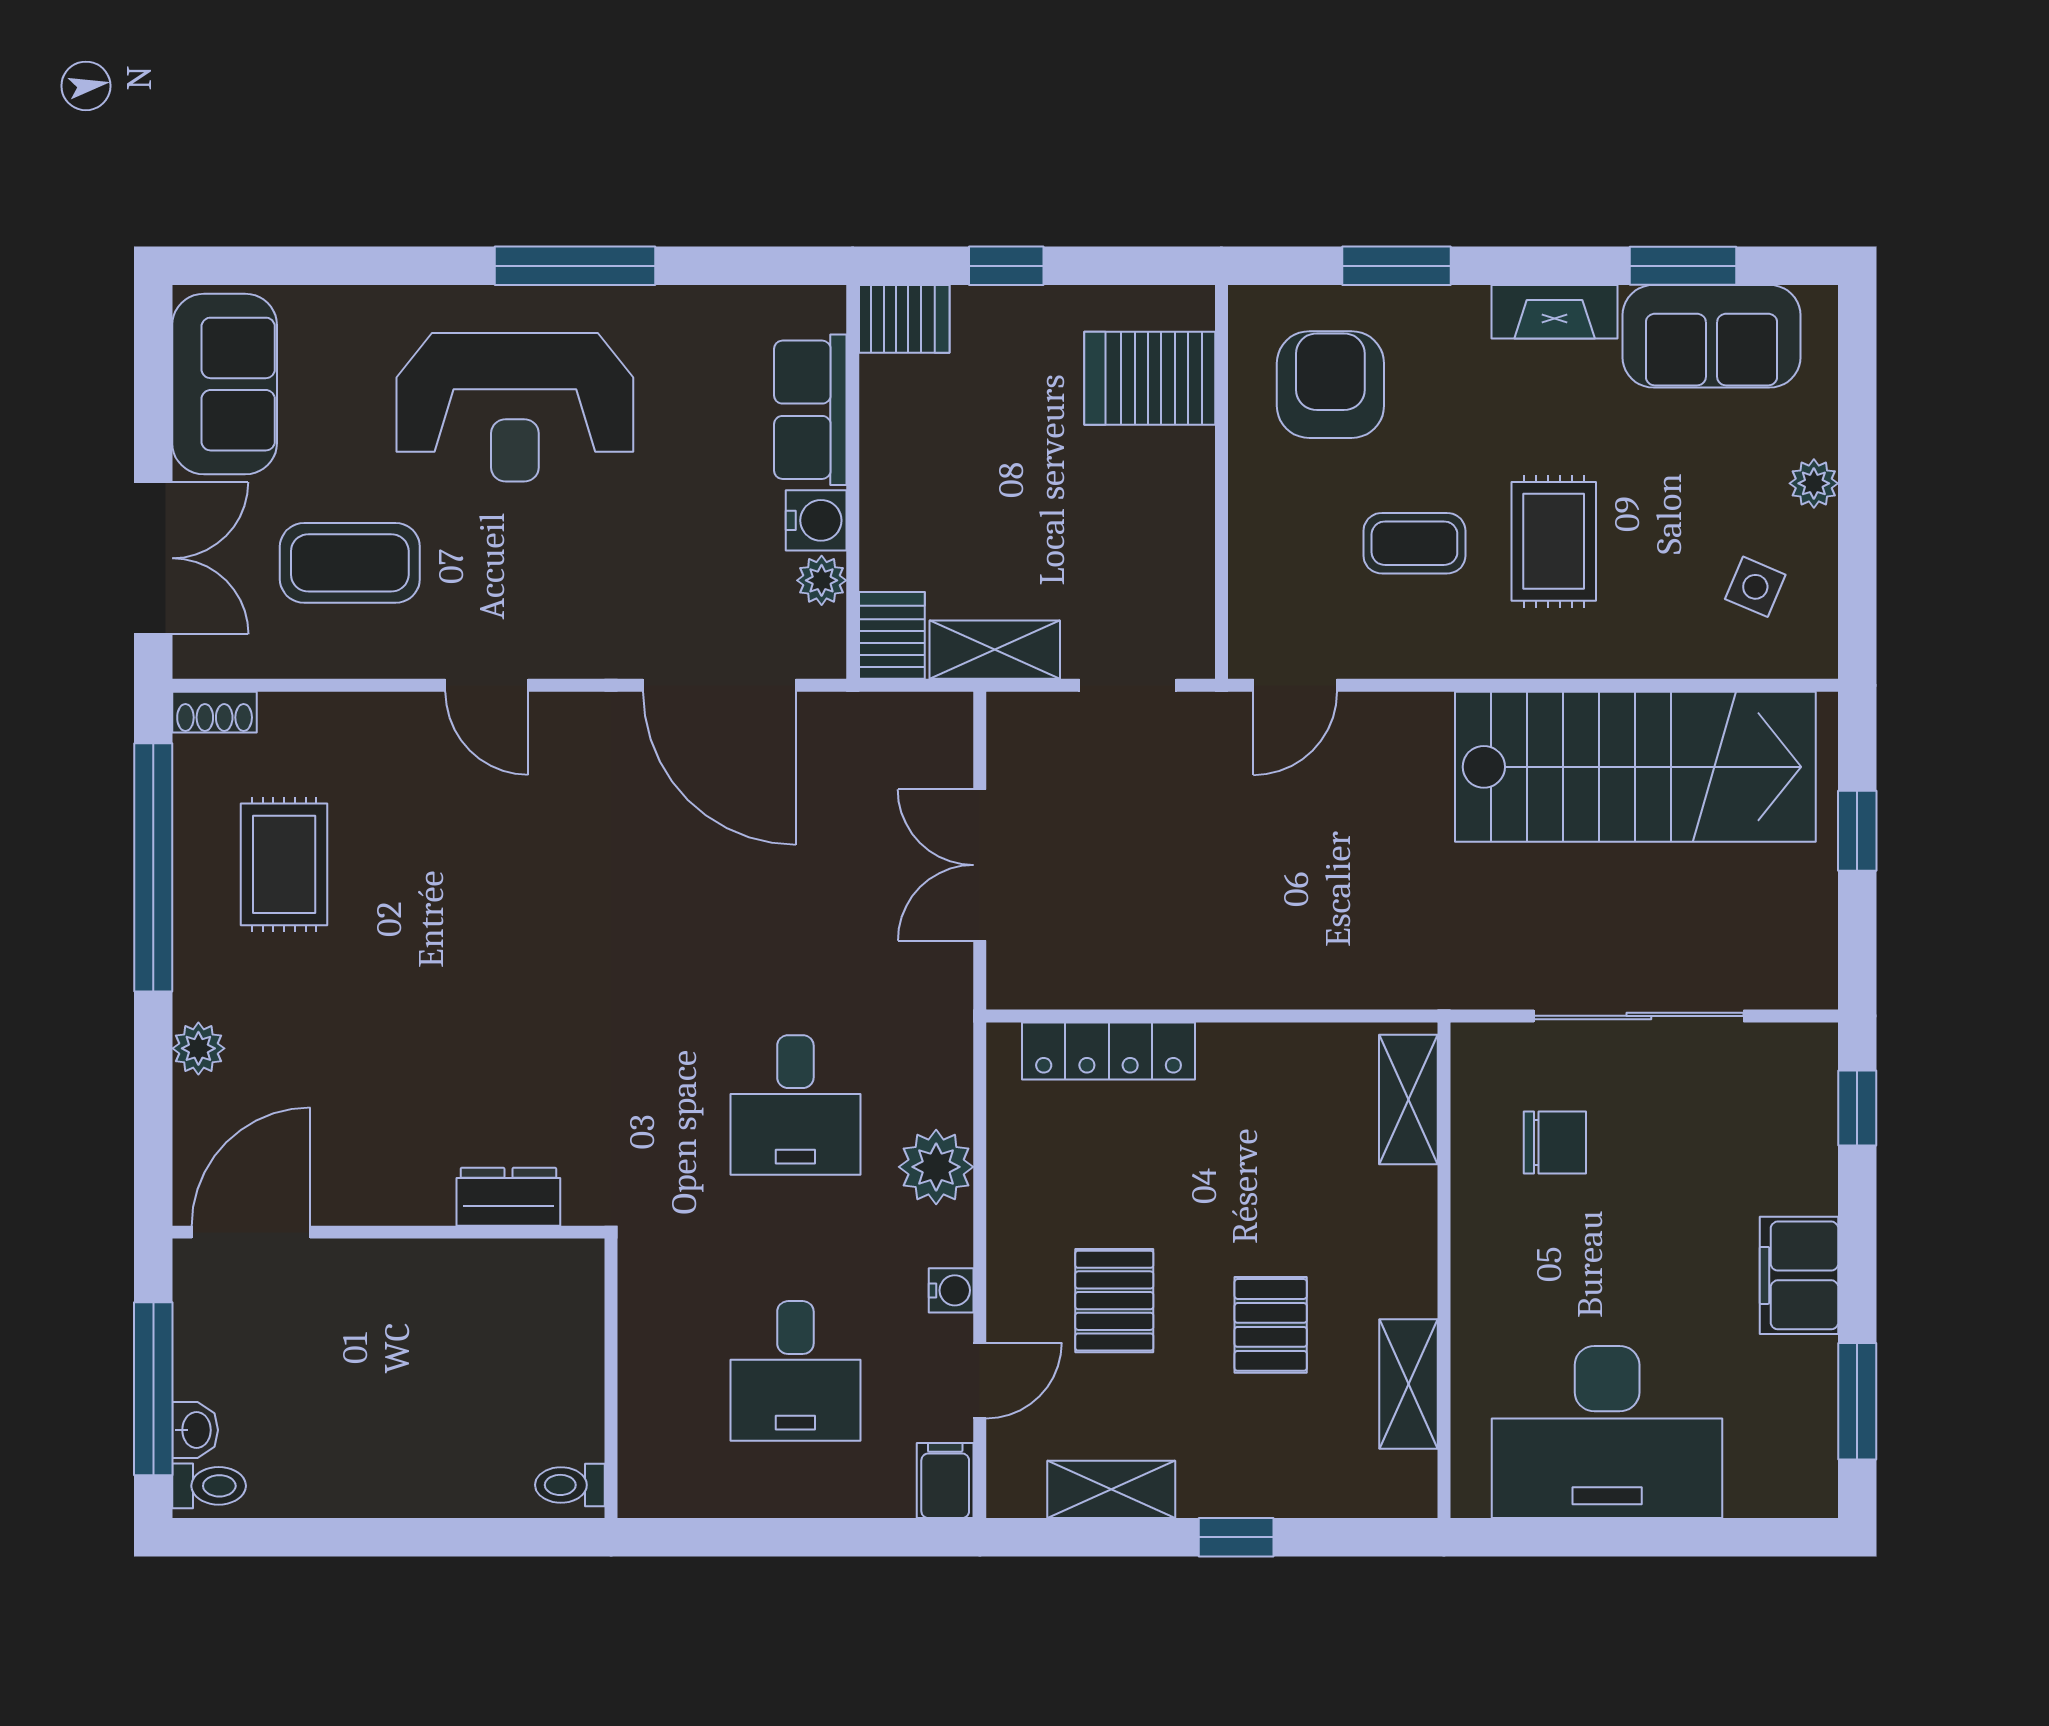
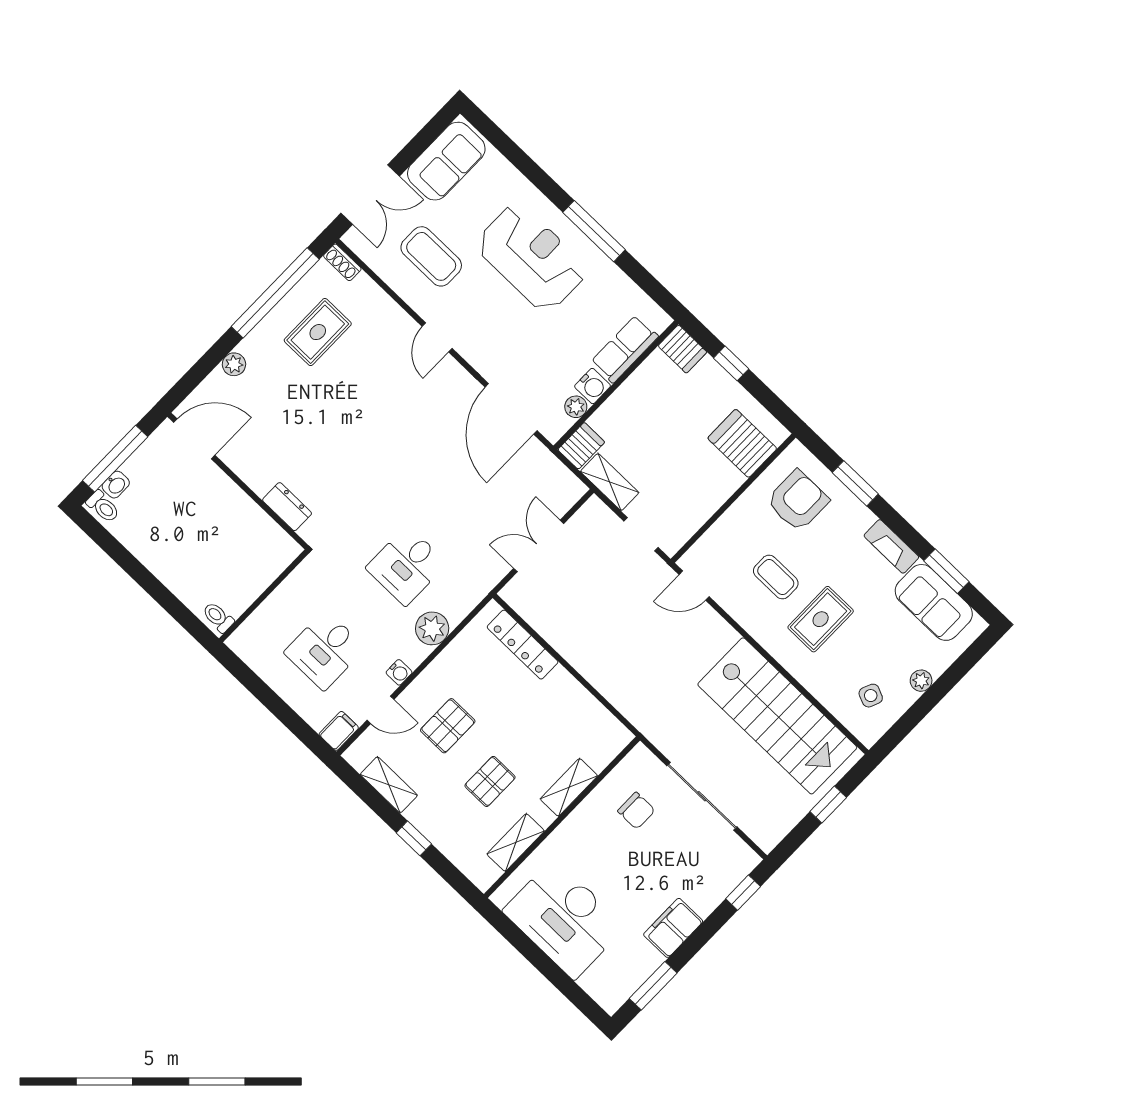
reception desk: (515, 407) -> (531, 258), turned 180
shelving: (1408, 1099) -> (569, 787), moved

